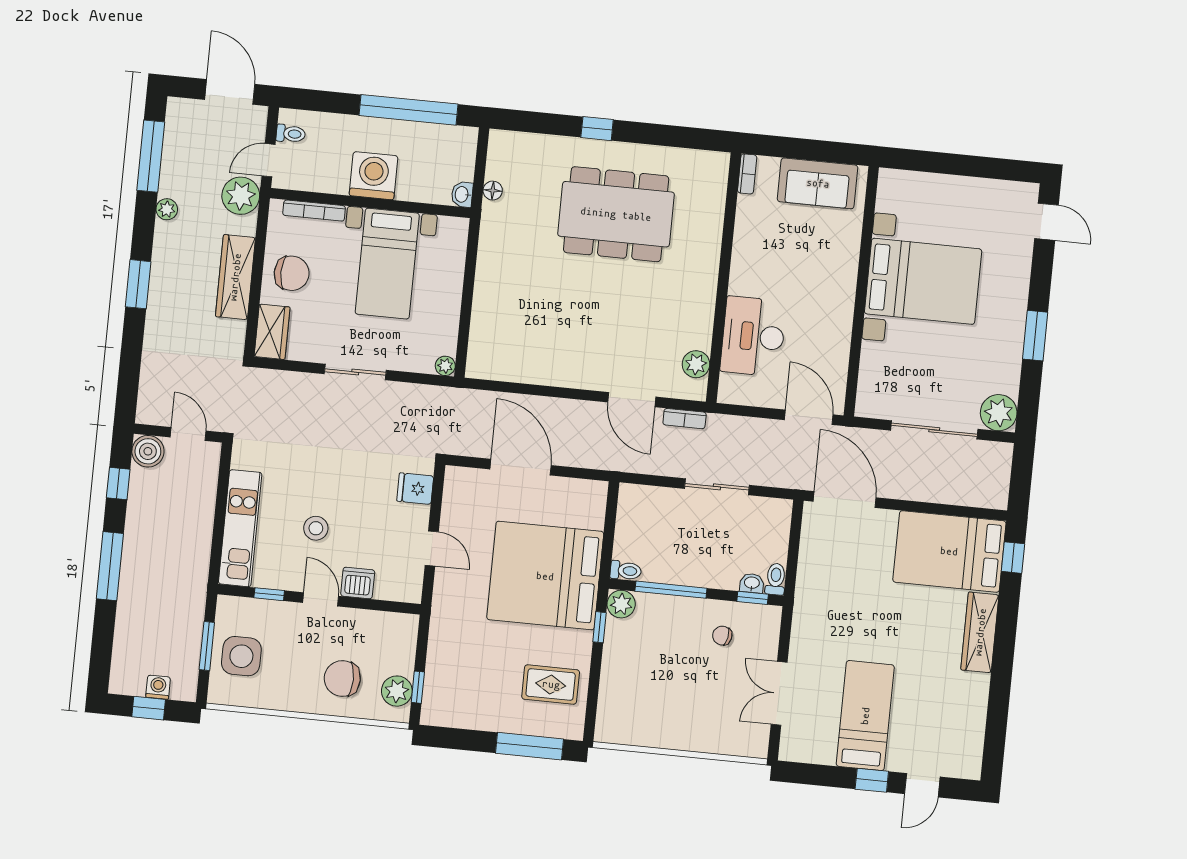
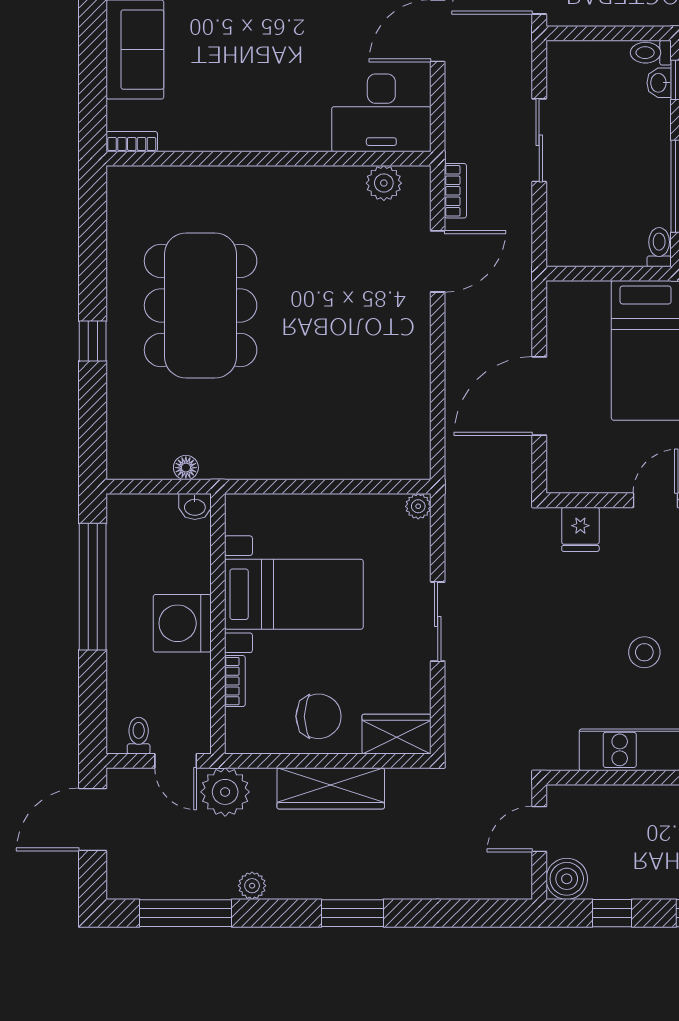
bookcase: (314, 211) -> (235, 681), width x0.64
chair: (292, 273) -> (319, 716), turned 90
desk: (753, 336) -> (381, 113), moved

